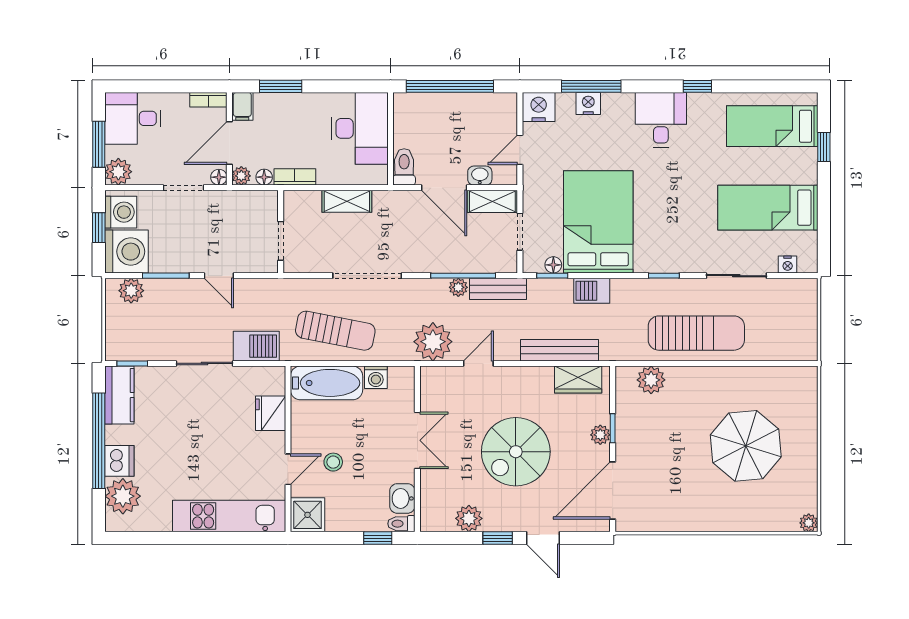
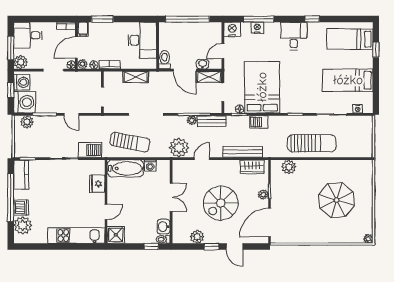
stool: (333, 462) -> (129, 208), removed

